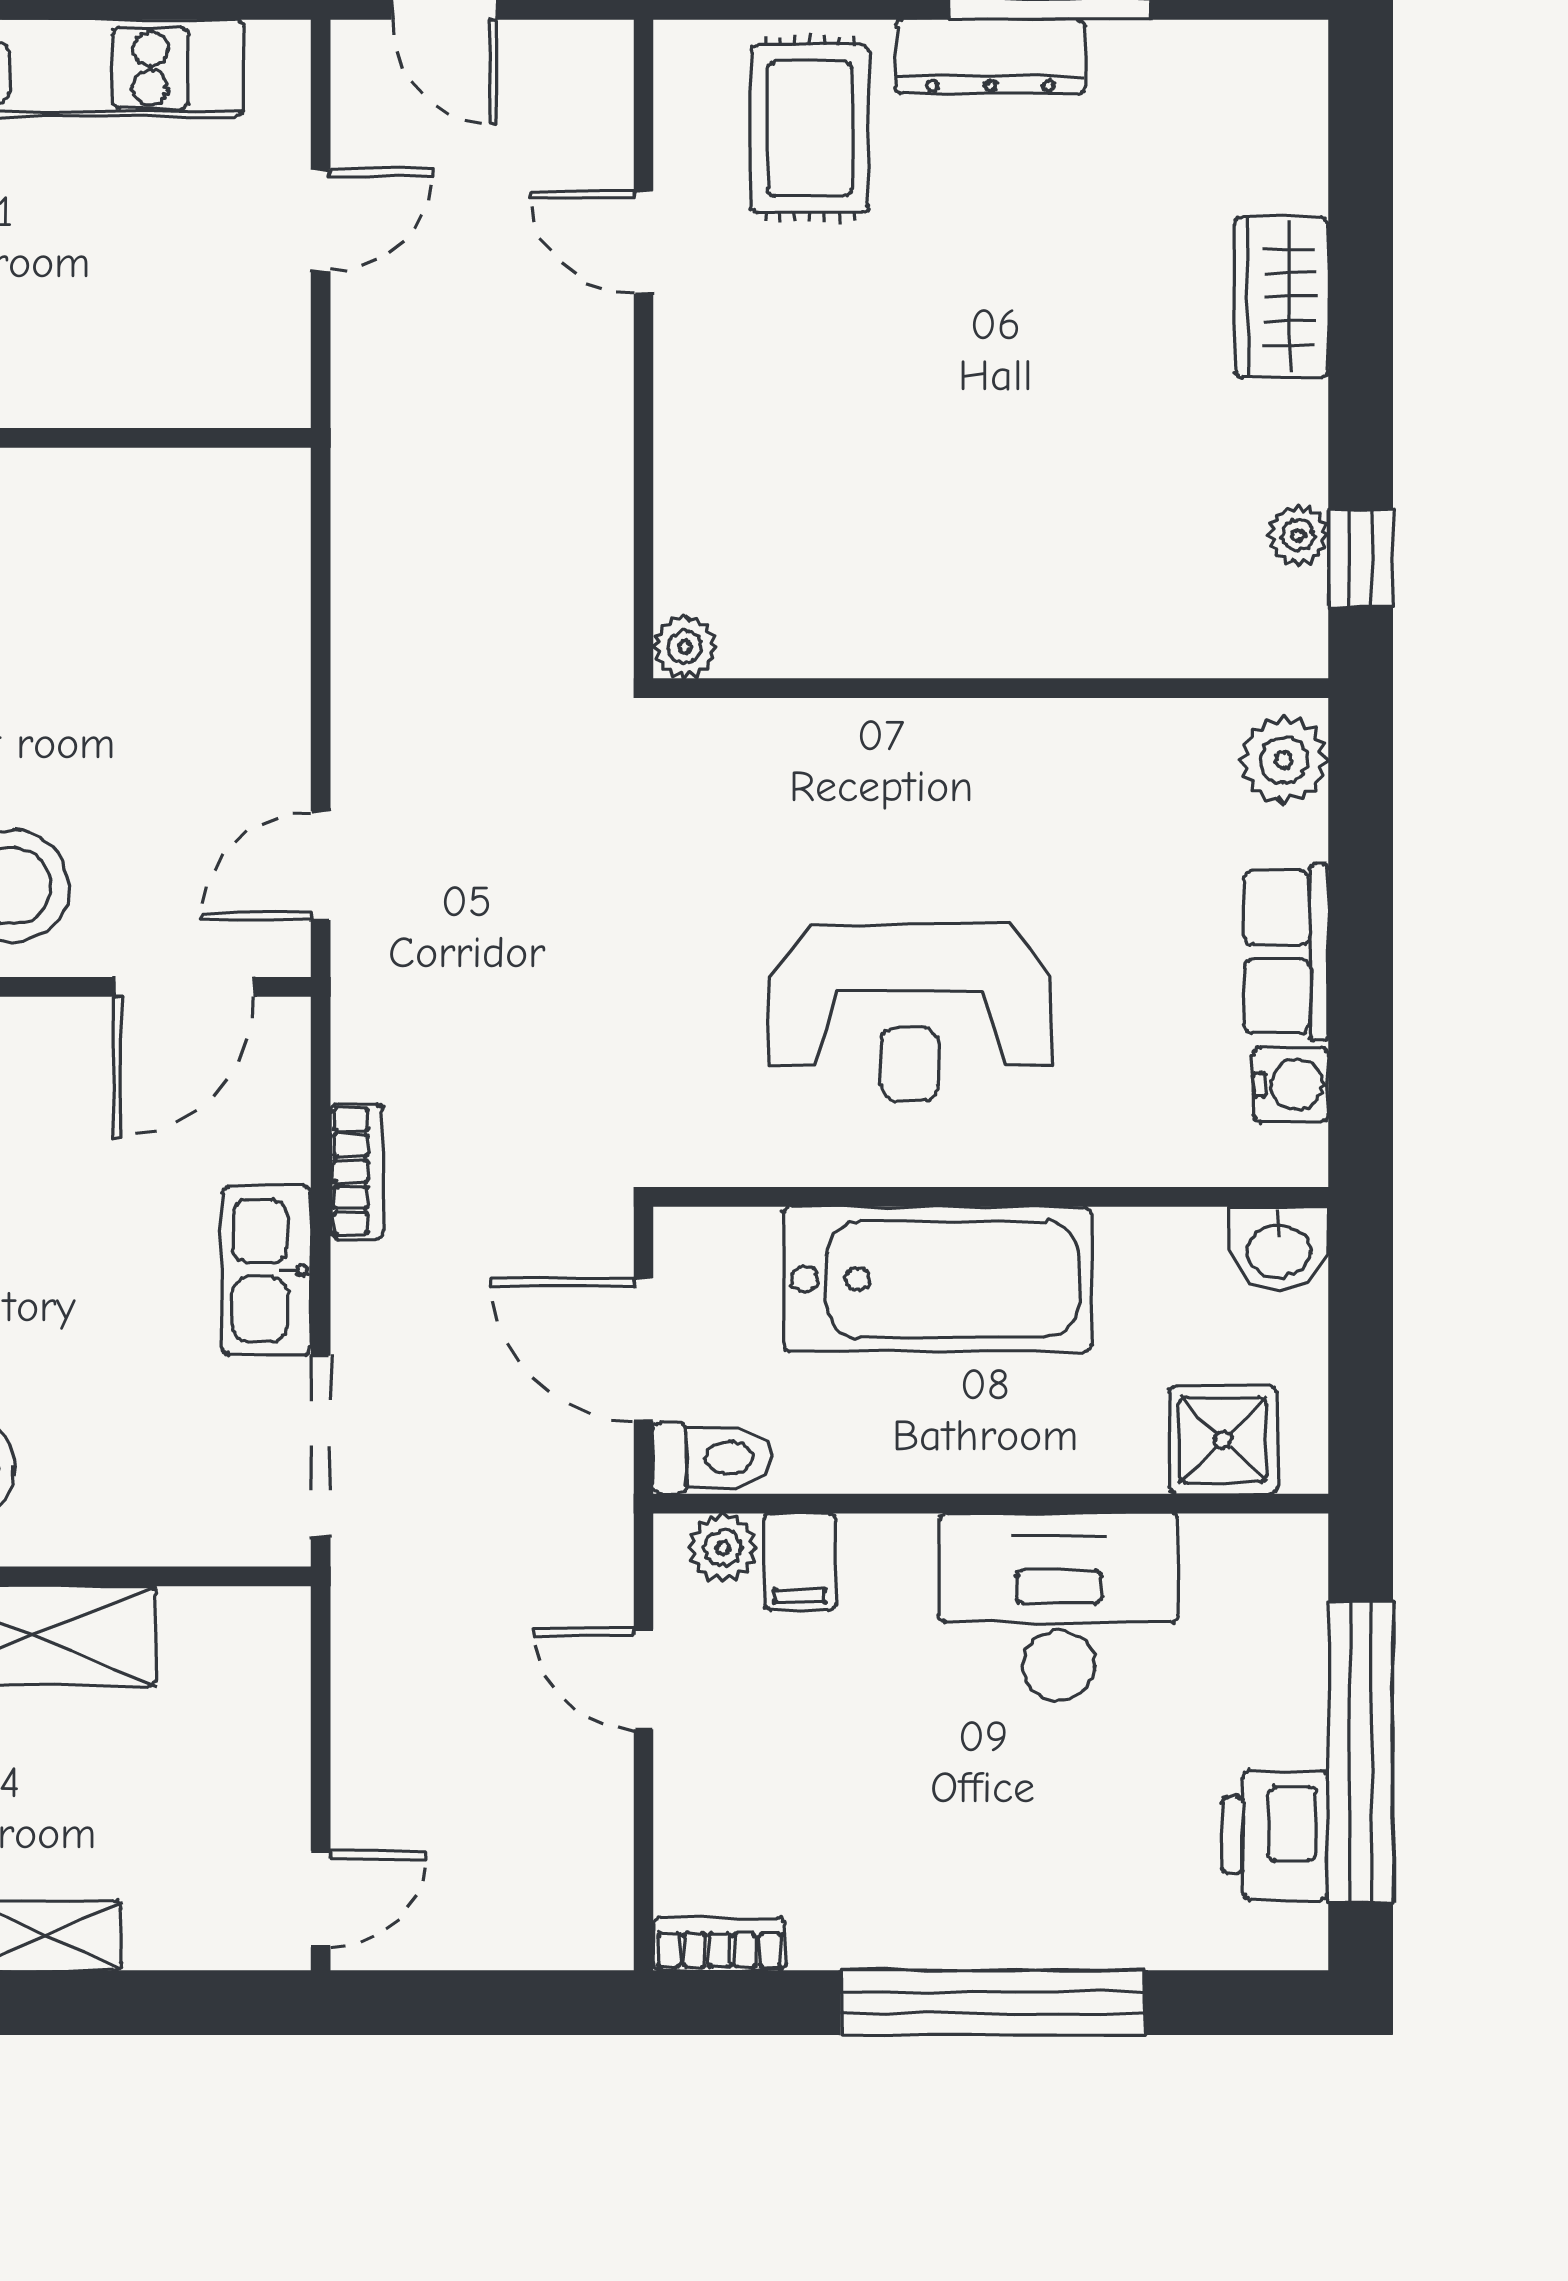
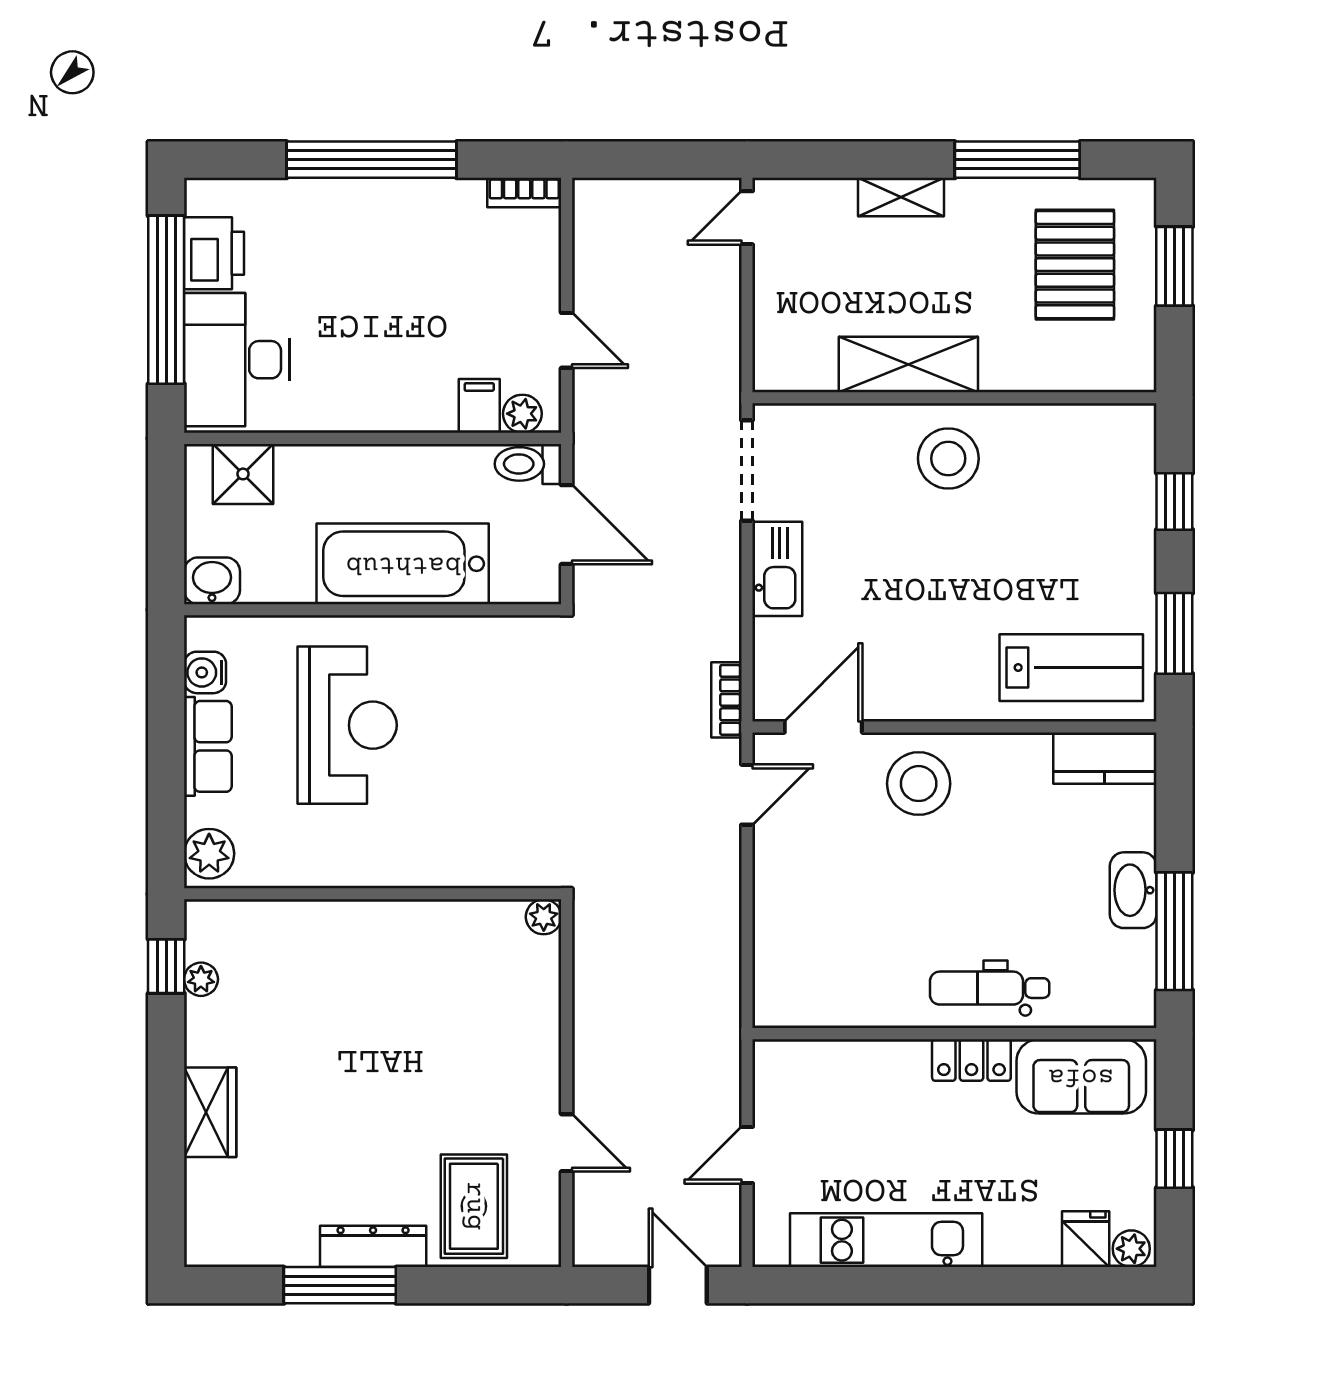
reception desk: (910, 1012) -> (347, 725), moved, turned 90
bookcase: (357, 1171) -> (726, 700), moved
desk: (1059, 1607) -> (237, 360), moved, turned 90

